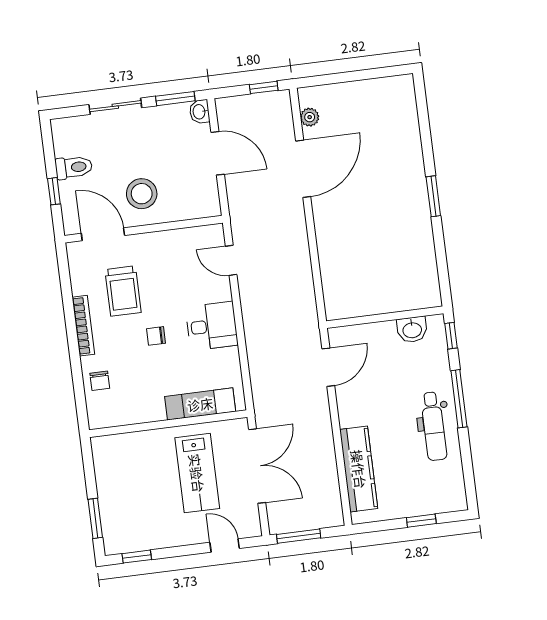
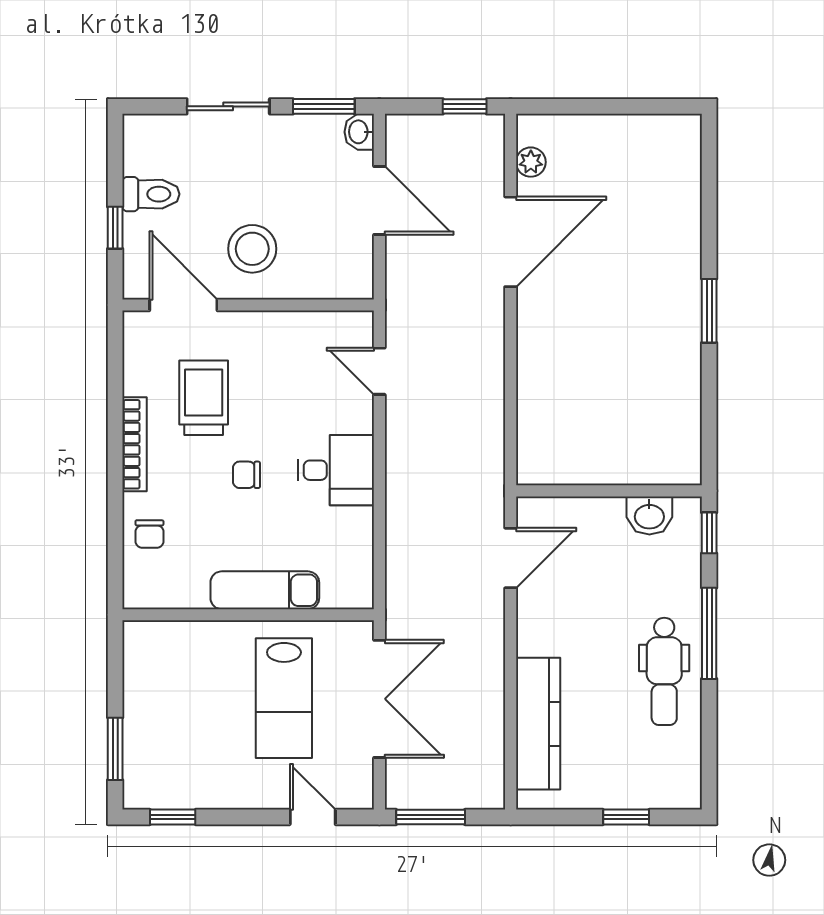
trolley: (123, 291) -> (204, 398), turned 180
exam couch: (200, 404) -> (265, 590), moved

